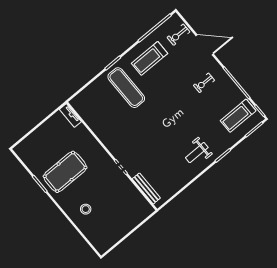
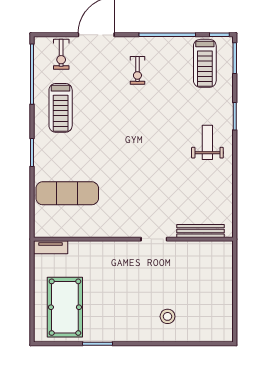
exercise mat: (126, 88) -> (67, 193), moved
weight bench: (197, 153) -> (207, 142), turned 180
pool table: (65, 172) -> (65, 307), moved

